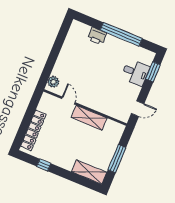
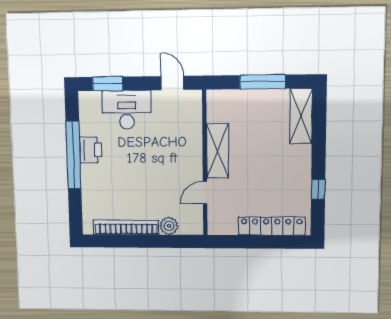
printer: (97, 36) -> (91, 150), moved
bookcase: (67, 46) -> (126, 227), added
desk: (135, 73) -> (127, 110), width x1.37
plant: (53, 82) -> (169, 226), moved

